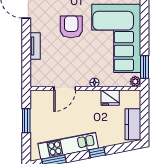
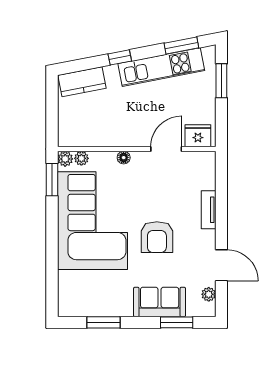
plant: (124, 82) -> (81, 158), added
fridge: (110, 98) -> (198, 136), moved
window: (26, 121) -> (221, 81), moved
kitchen counter: (133, 124) -> (82, 82), moved, turned 79

